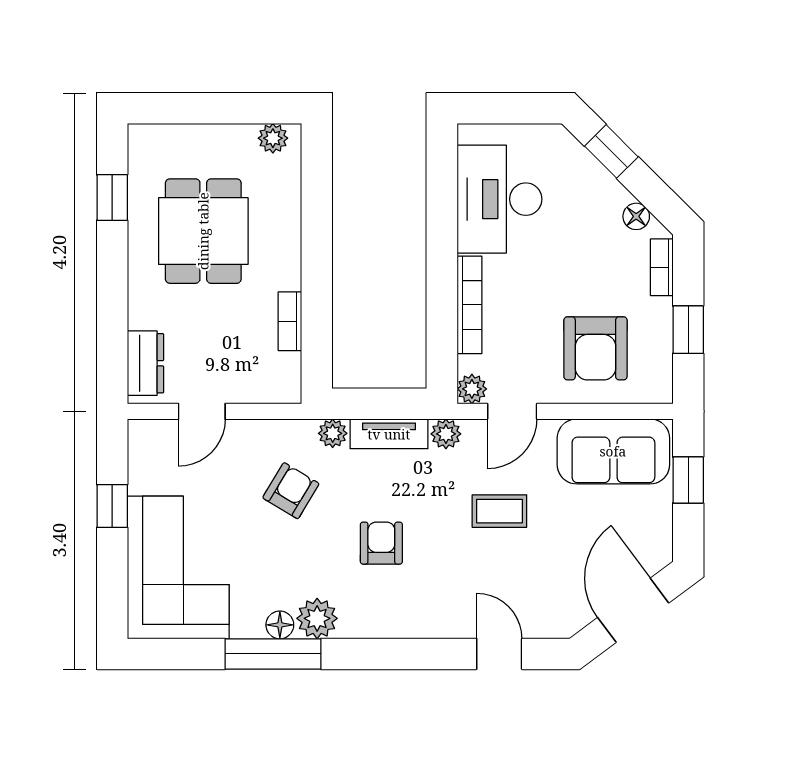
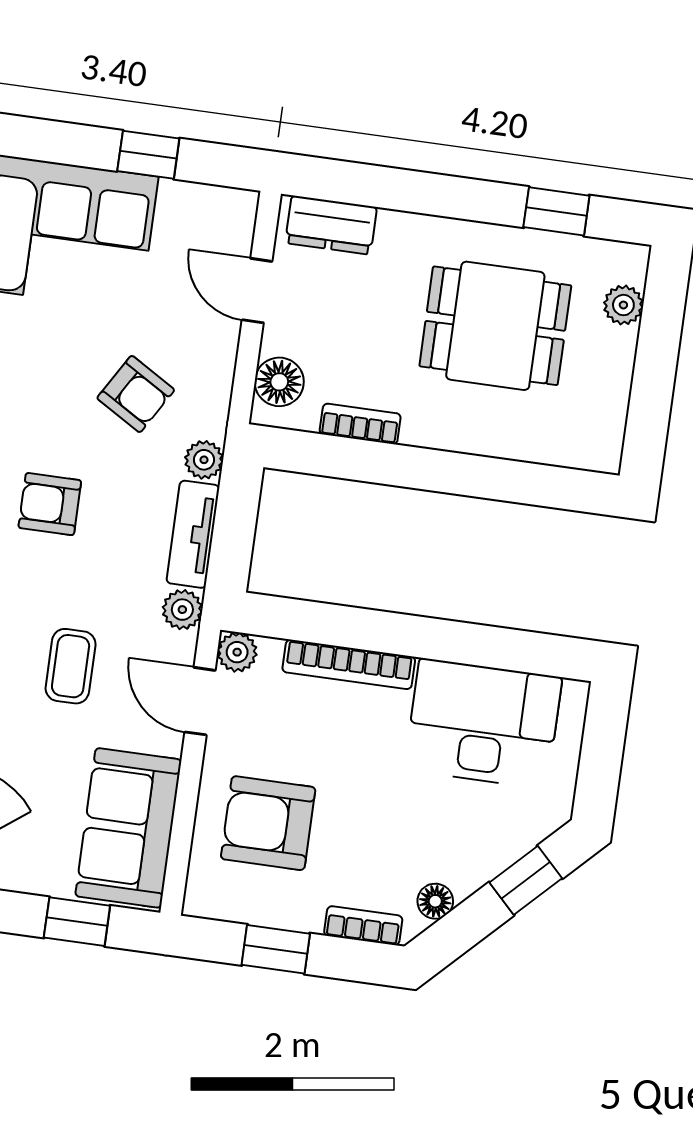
plant: (273, 138) -> (623, 305), moved
floor lamp: (267, 386) -> (279, 382), added
armchair: (381, 543) -> (50, 504), turned 180

